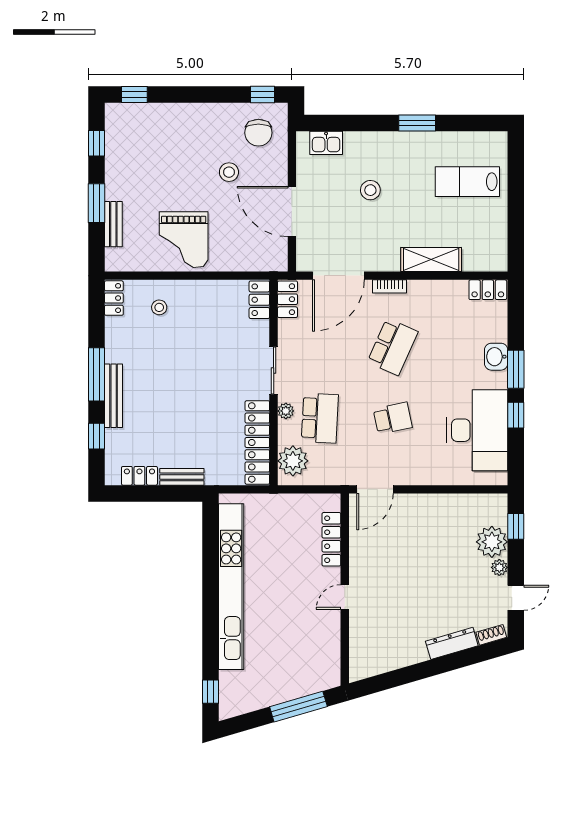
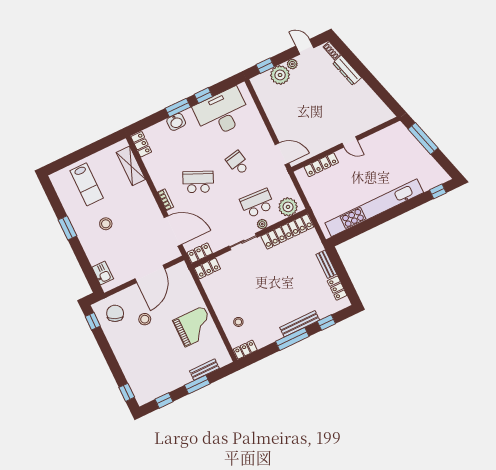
chair: (258, 133) -> (115, 313), turned -67
stool: (370, 190) -> (106, 224), moved
shelving: (431, 259) -> (131, 166), moved

